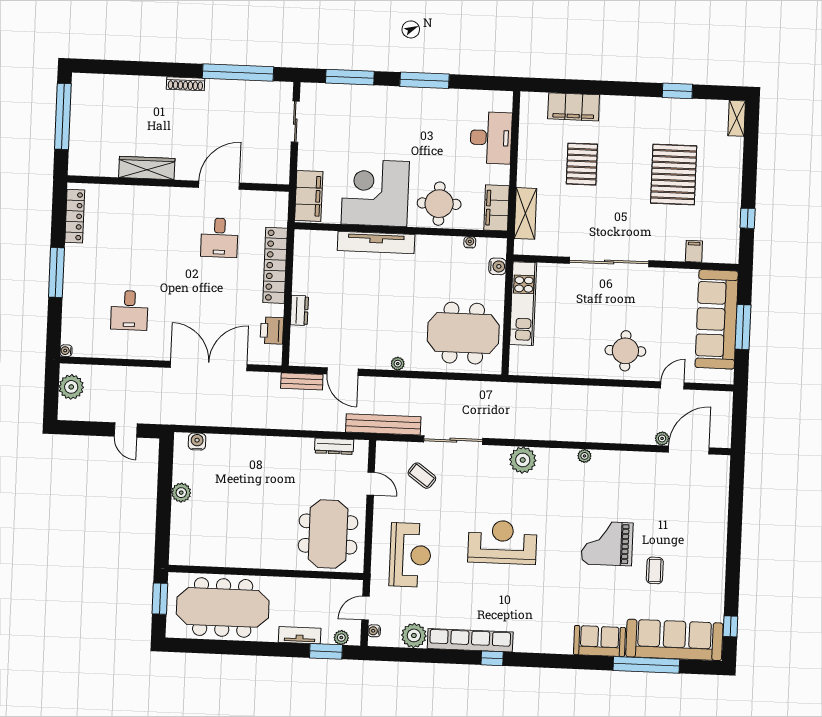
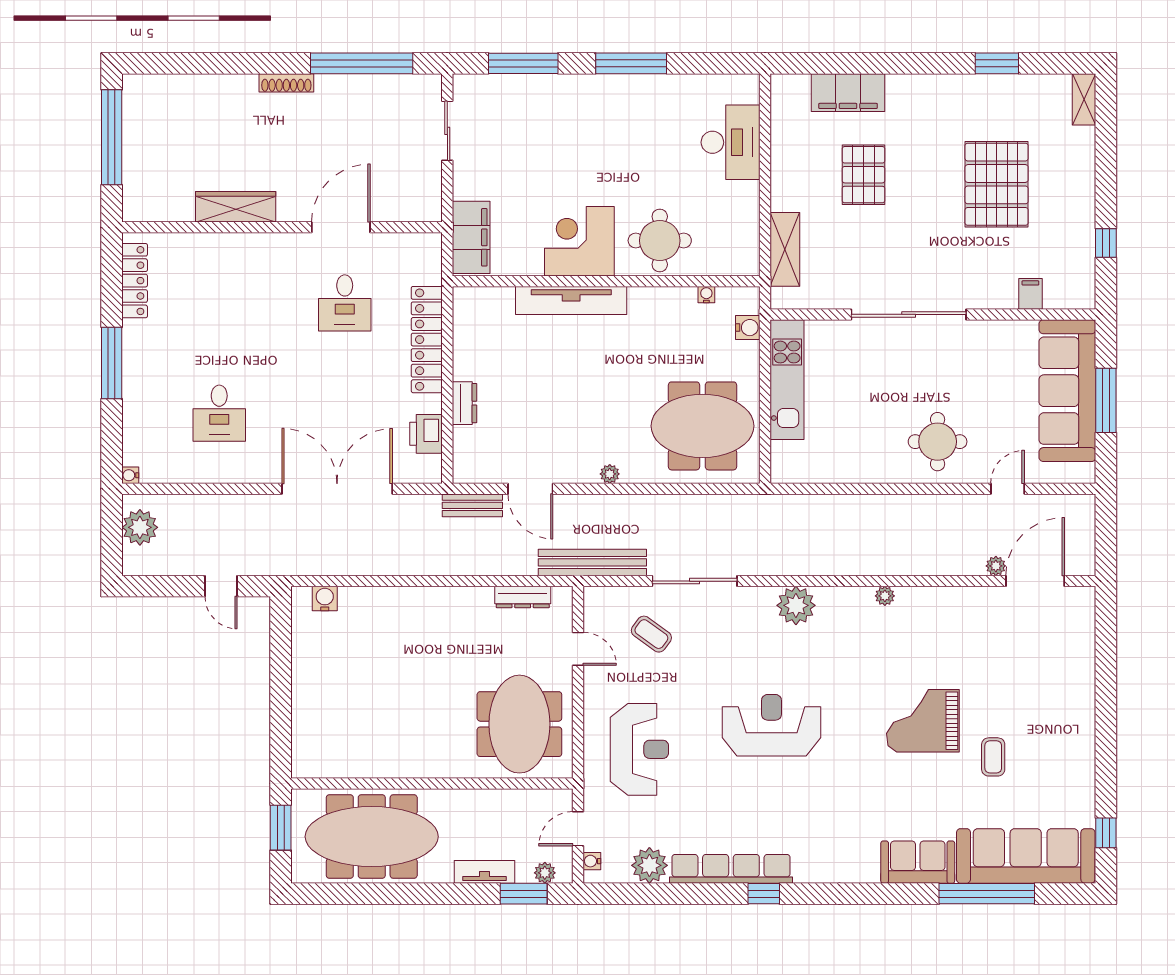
corner desk: (375, 193) -> (579, 241), width x0.74, depth x0.74
filing cabinet: (497, 208) -> (743, 243), removed
plant: (181, 493) -> (305, 673), removed

